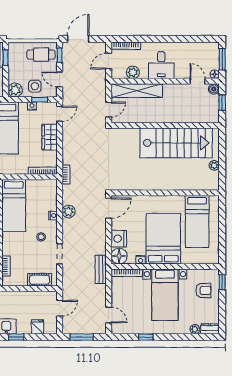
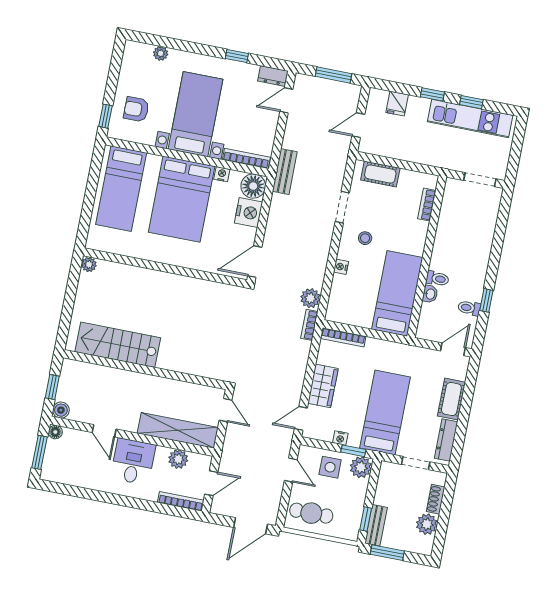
window: (60, 55) -> (283, 507), removed
door: (198, 81) -> (104, 431), moved
window: (40, 100) -> (353, 451), moved
door: (109, 110) -> (226, 410), swing flipped
stairs: (176, 143) -> (118, 345), width x0.73, depth x0.66
plant: (214, 165) -> (89, 264), moved
plant: (69, 212) -> (310, 298), moved
bed: (197, 221) -> (121, 189), moved, turned 180
door: (109, 315) -> (286, 100), hinge flipped
dresser: (210, 329) -> (273, 76), moved

